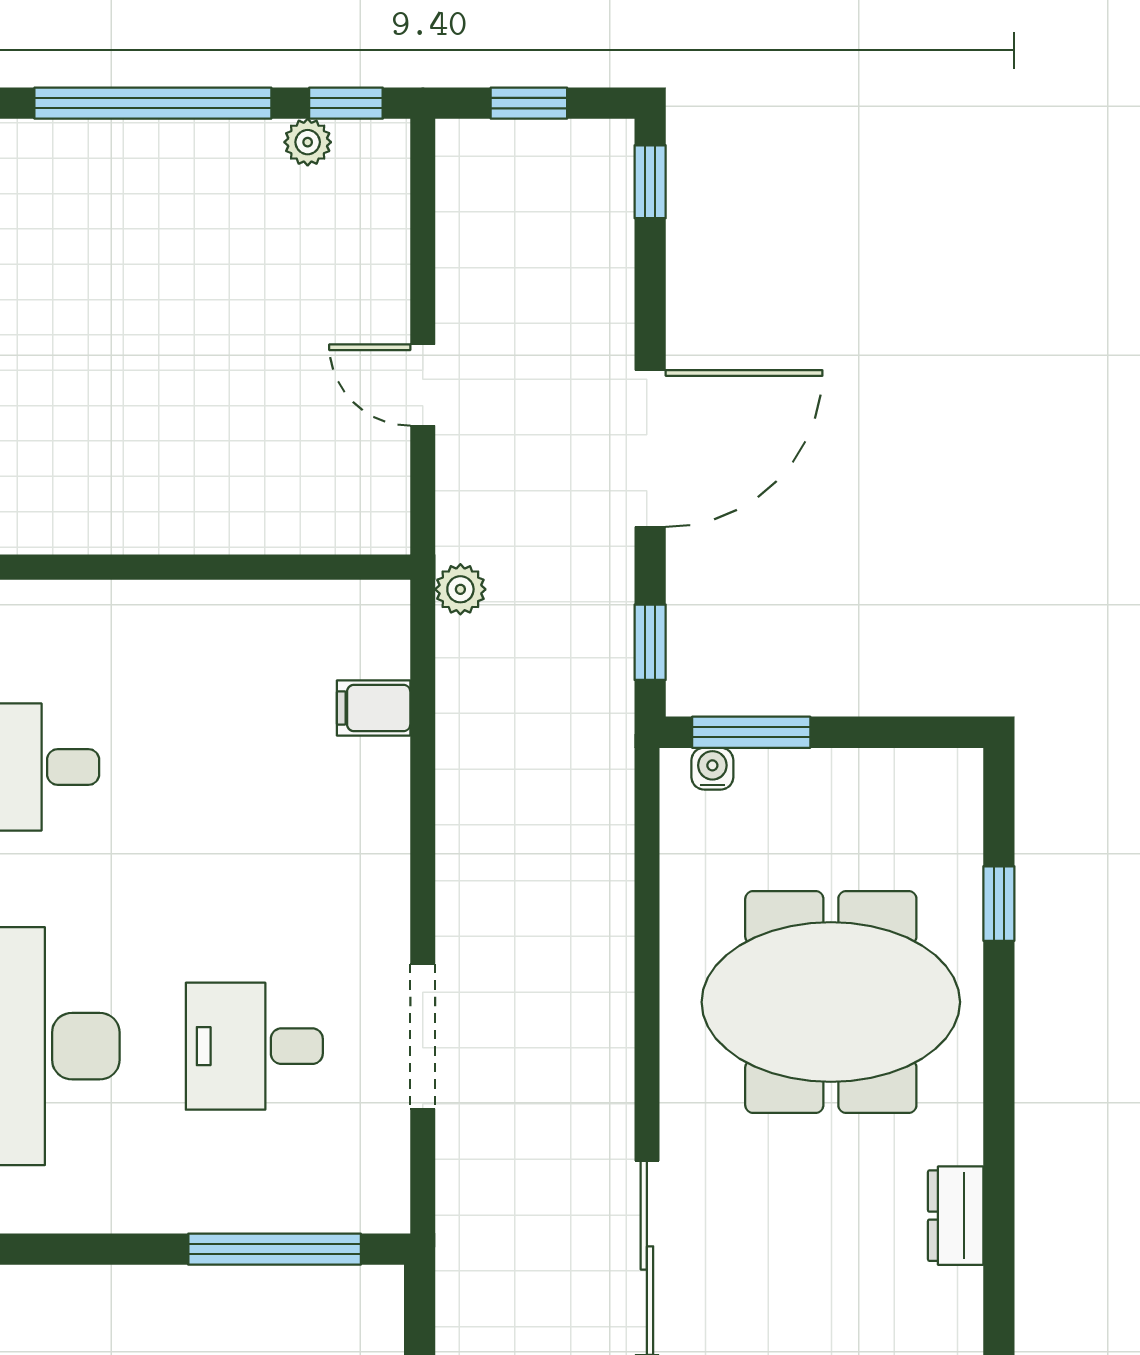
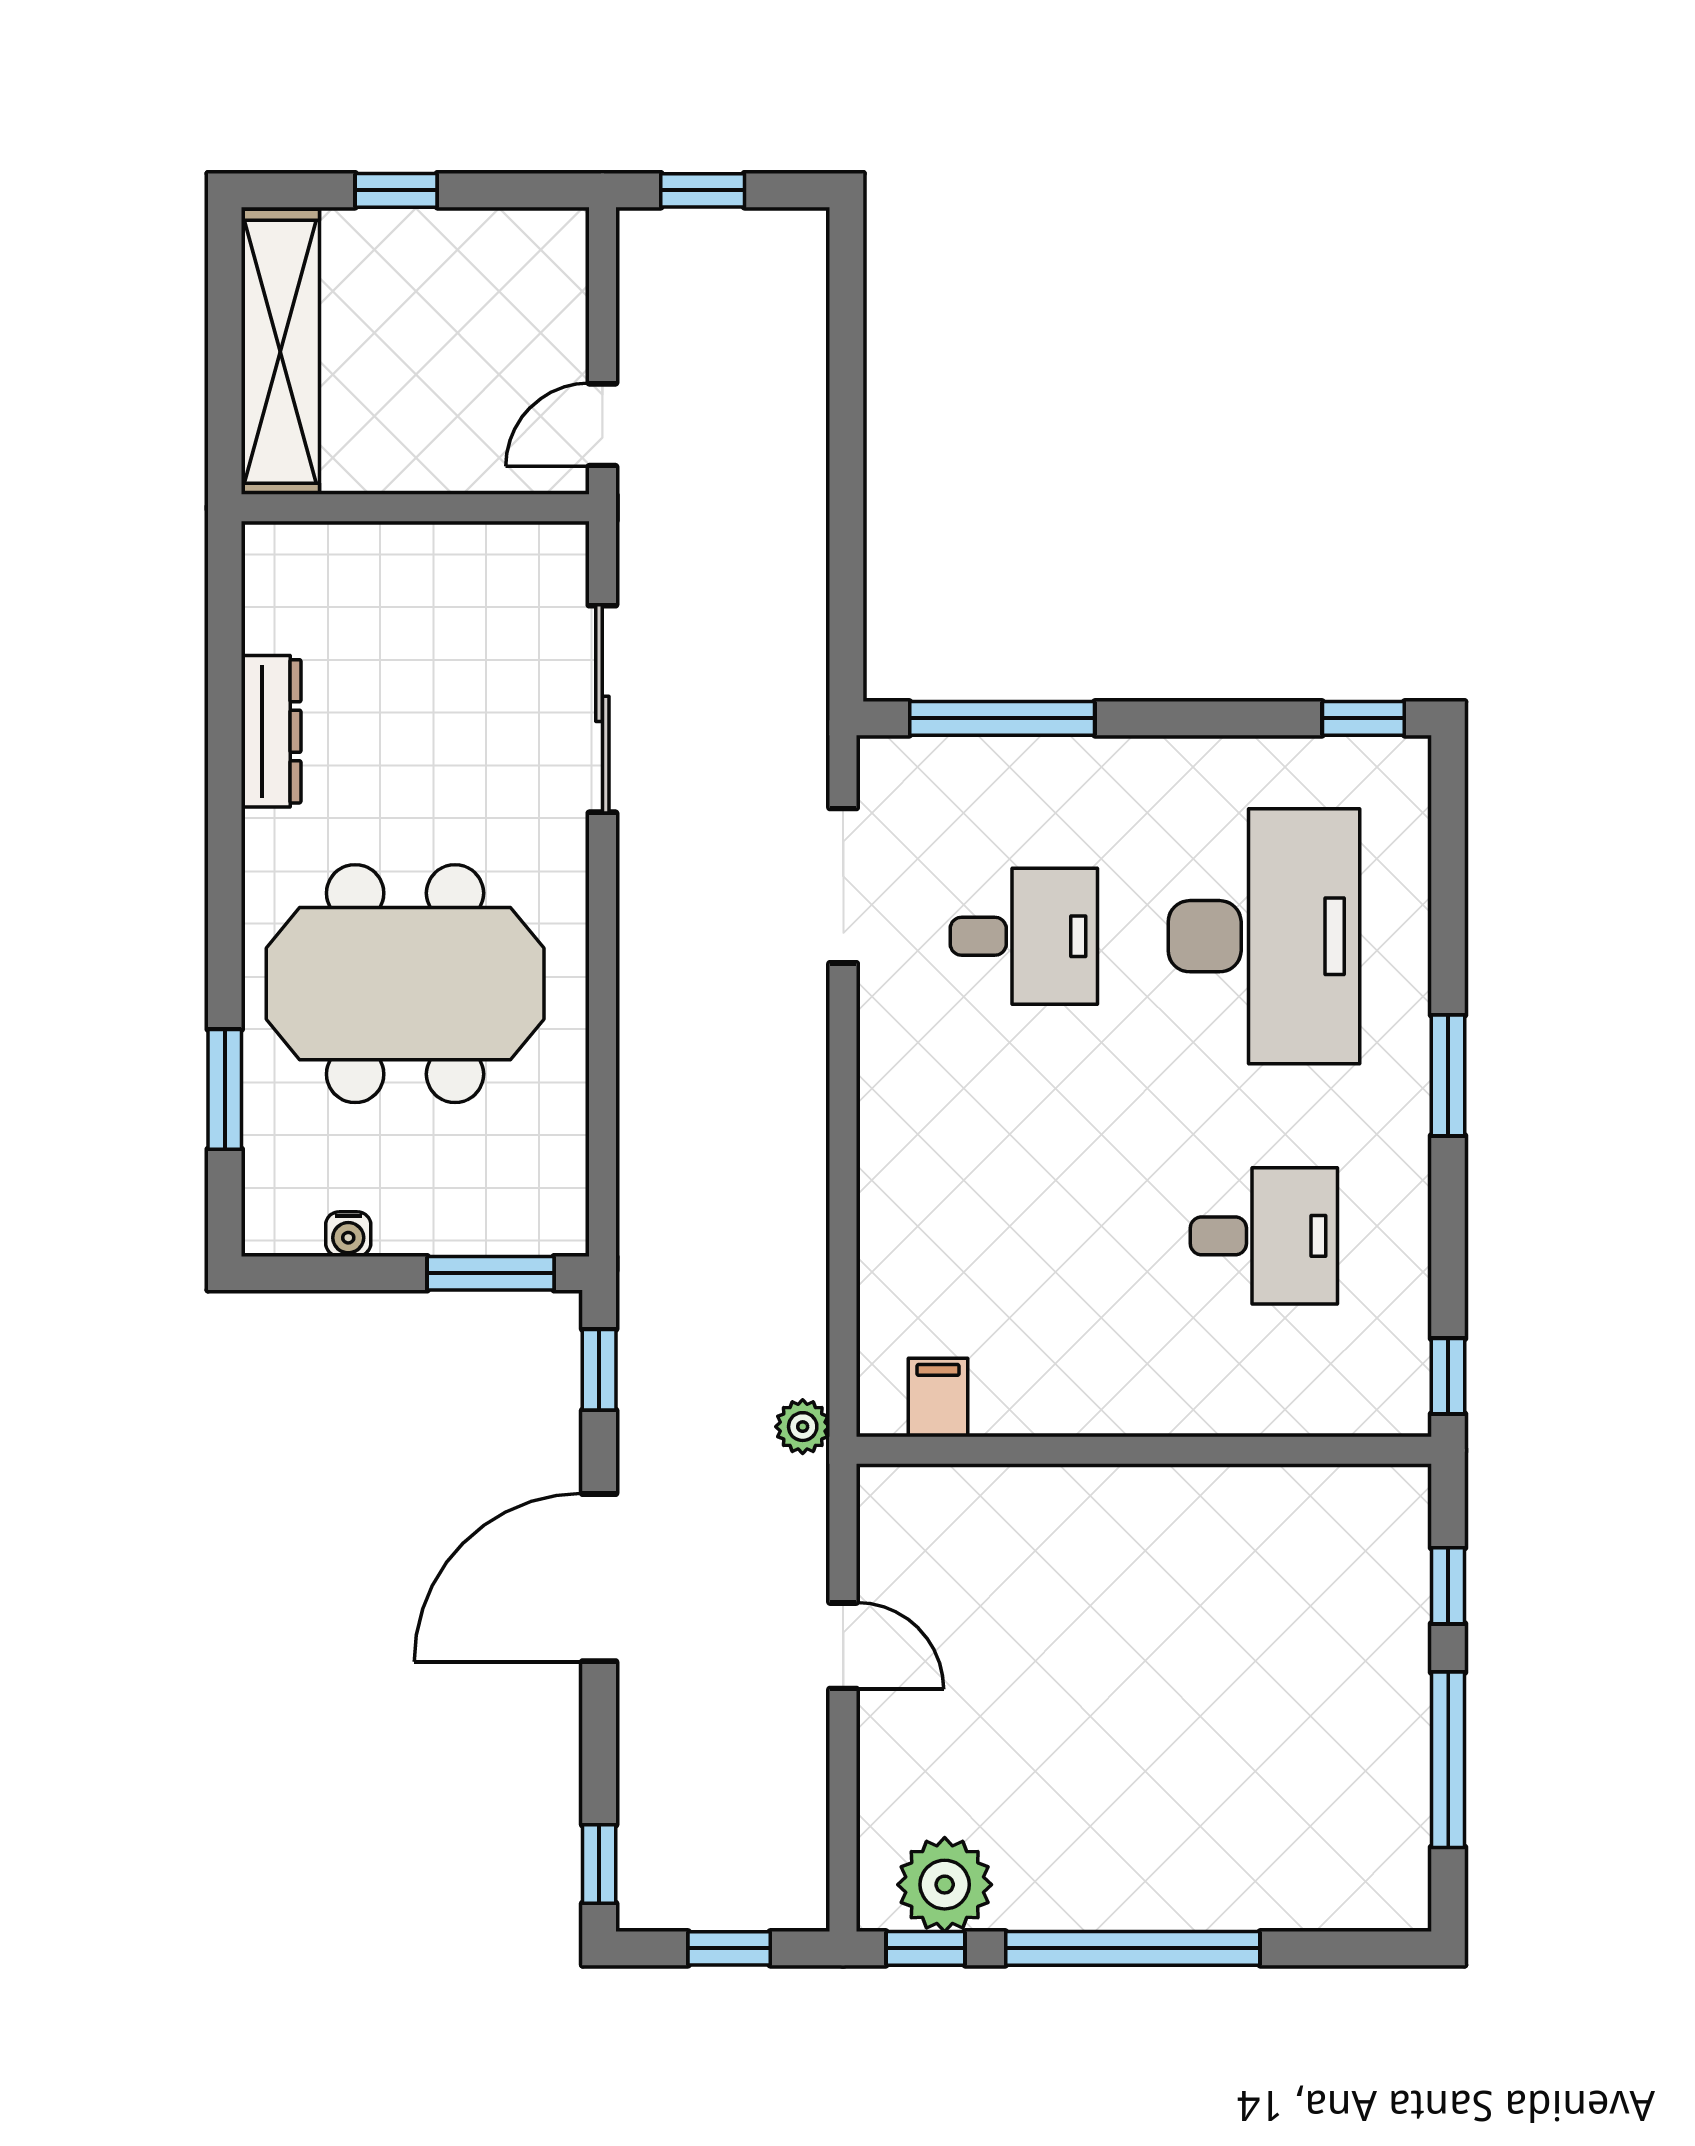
plant: (308, 142) -> (945, 1885), width x1.88, depth x1.88
filing cabinet: (374, 708) -> (938, 1398), moved, turned -90
water cooler: (712, 769) -> (348, 1234), moved
window: (999, 904) -> (225, 1089), width x1.50
doorway: (423, 1036) -> (843, 886), moved
dresser: (956, 1216) -> (271, 731), width x1.44

